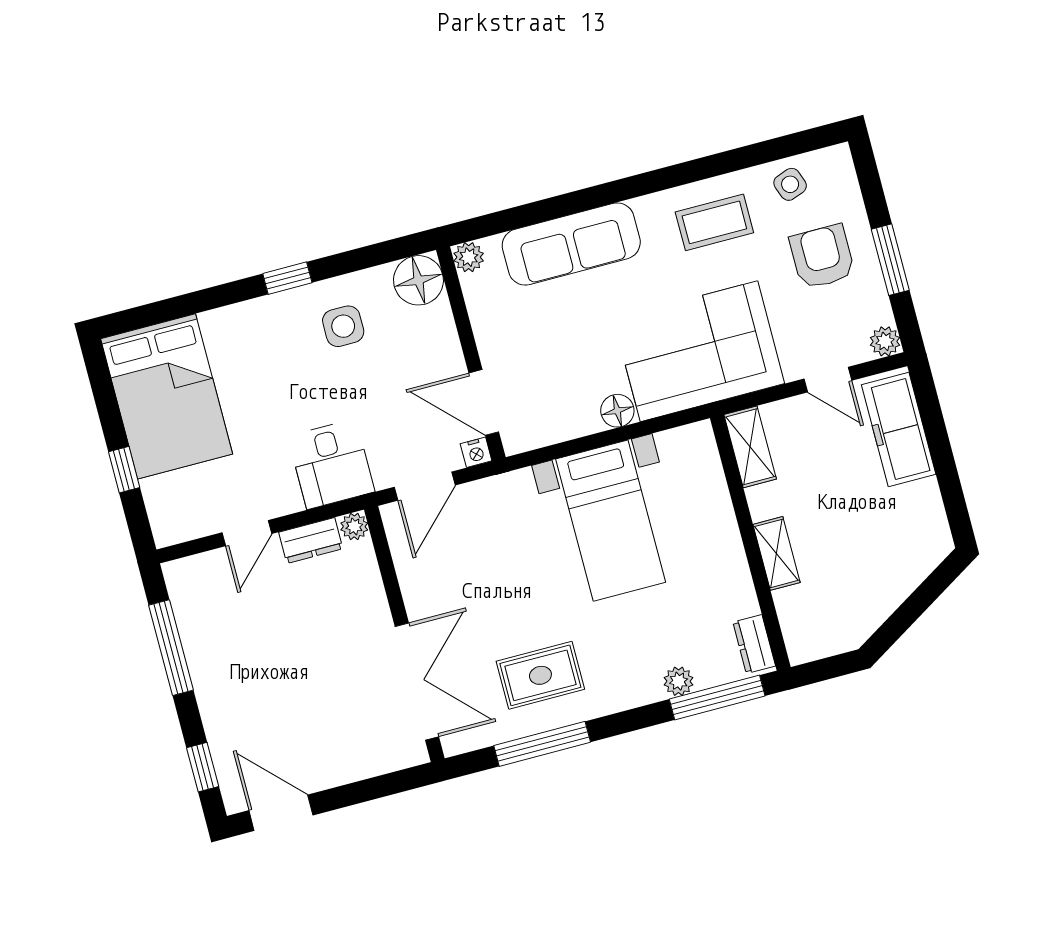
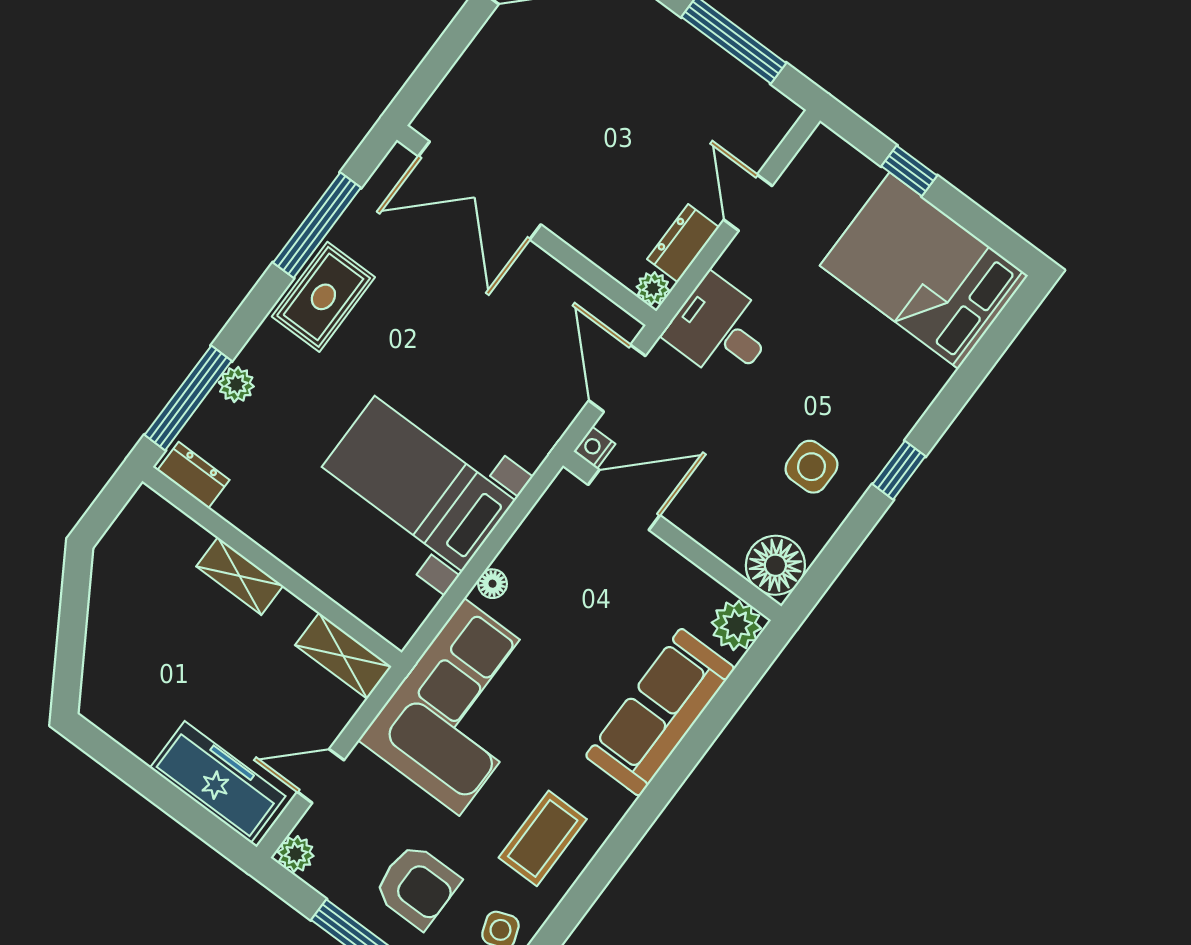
plant: (469, 257) -> (736, 625), width x1.38, depth x1.38
floor lamp: (617, 411) -> (492, 584), width x0.73, depth x0.73
rug: (540, 675) -> (323, 297), moved

